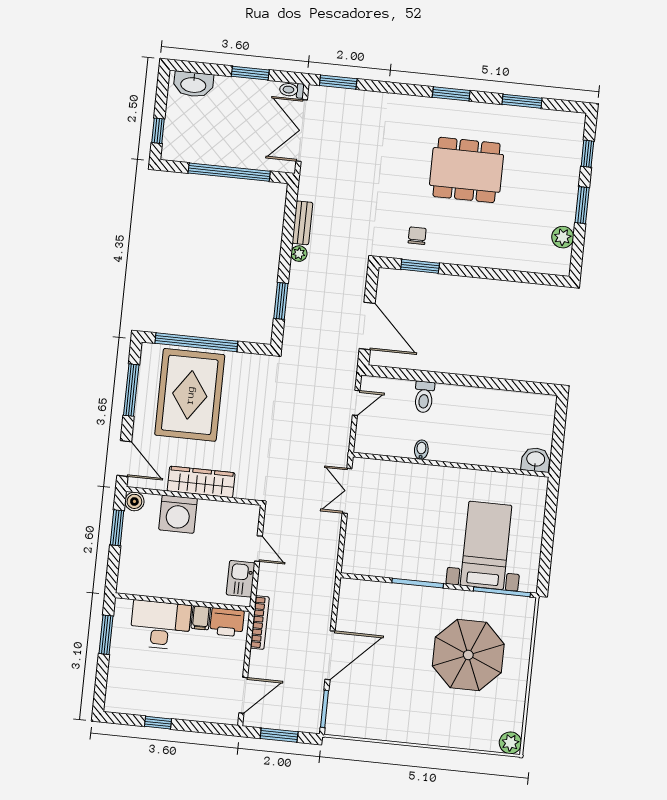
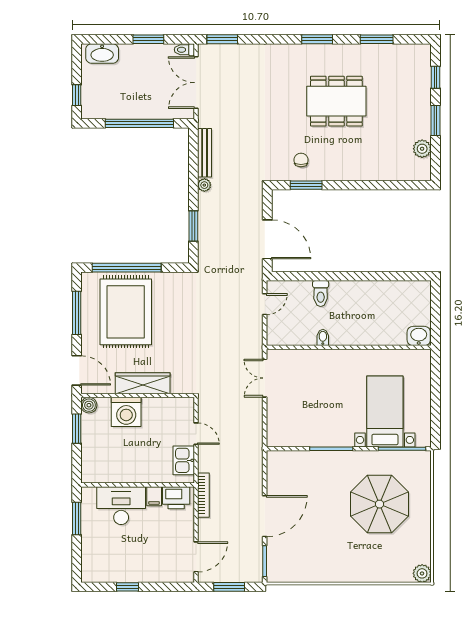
bench: (302, 223) -> (205, 153), width x1.36

